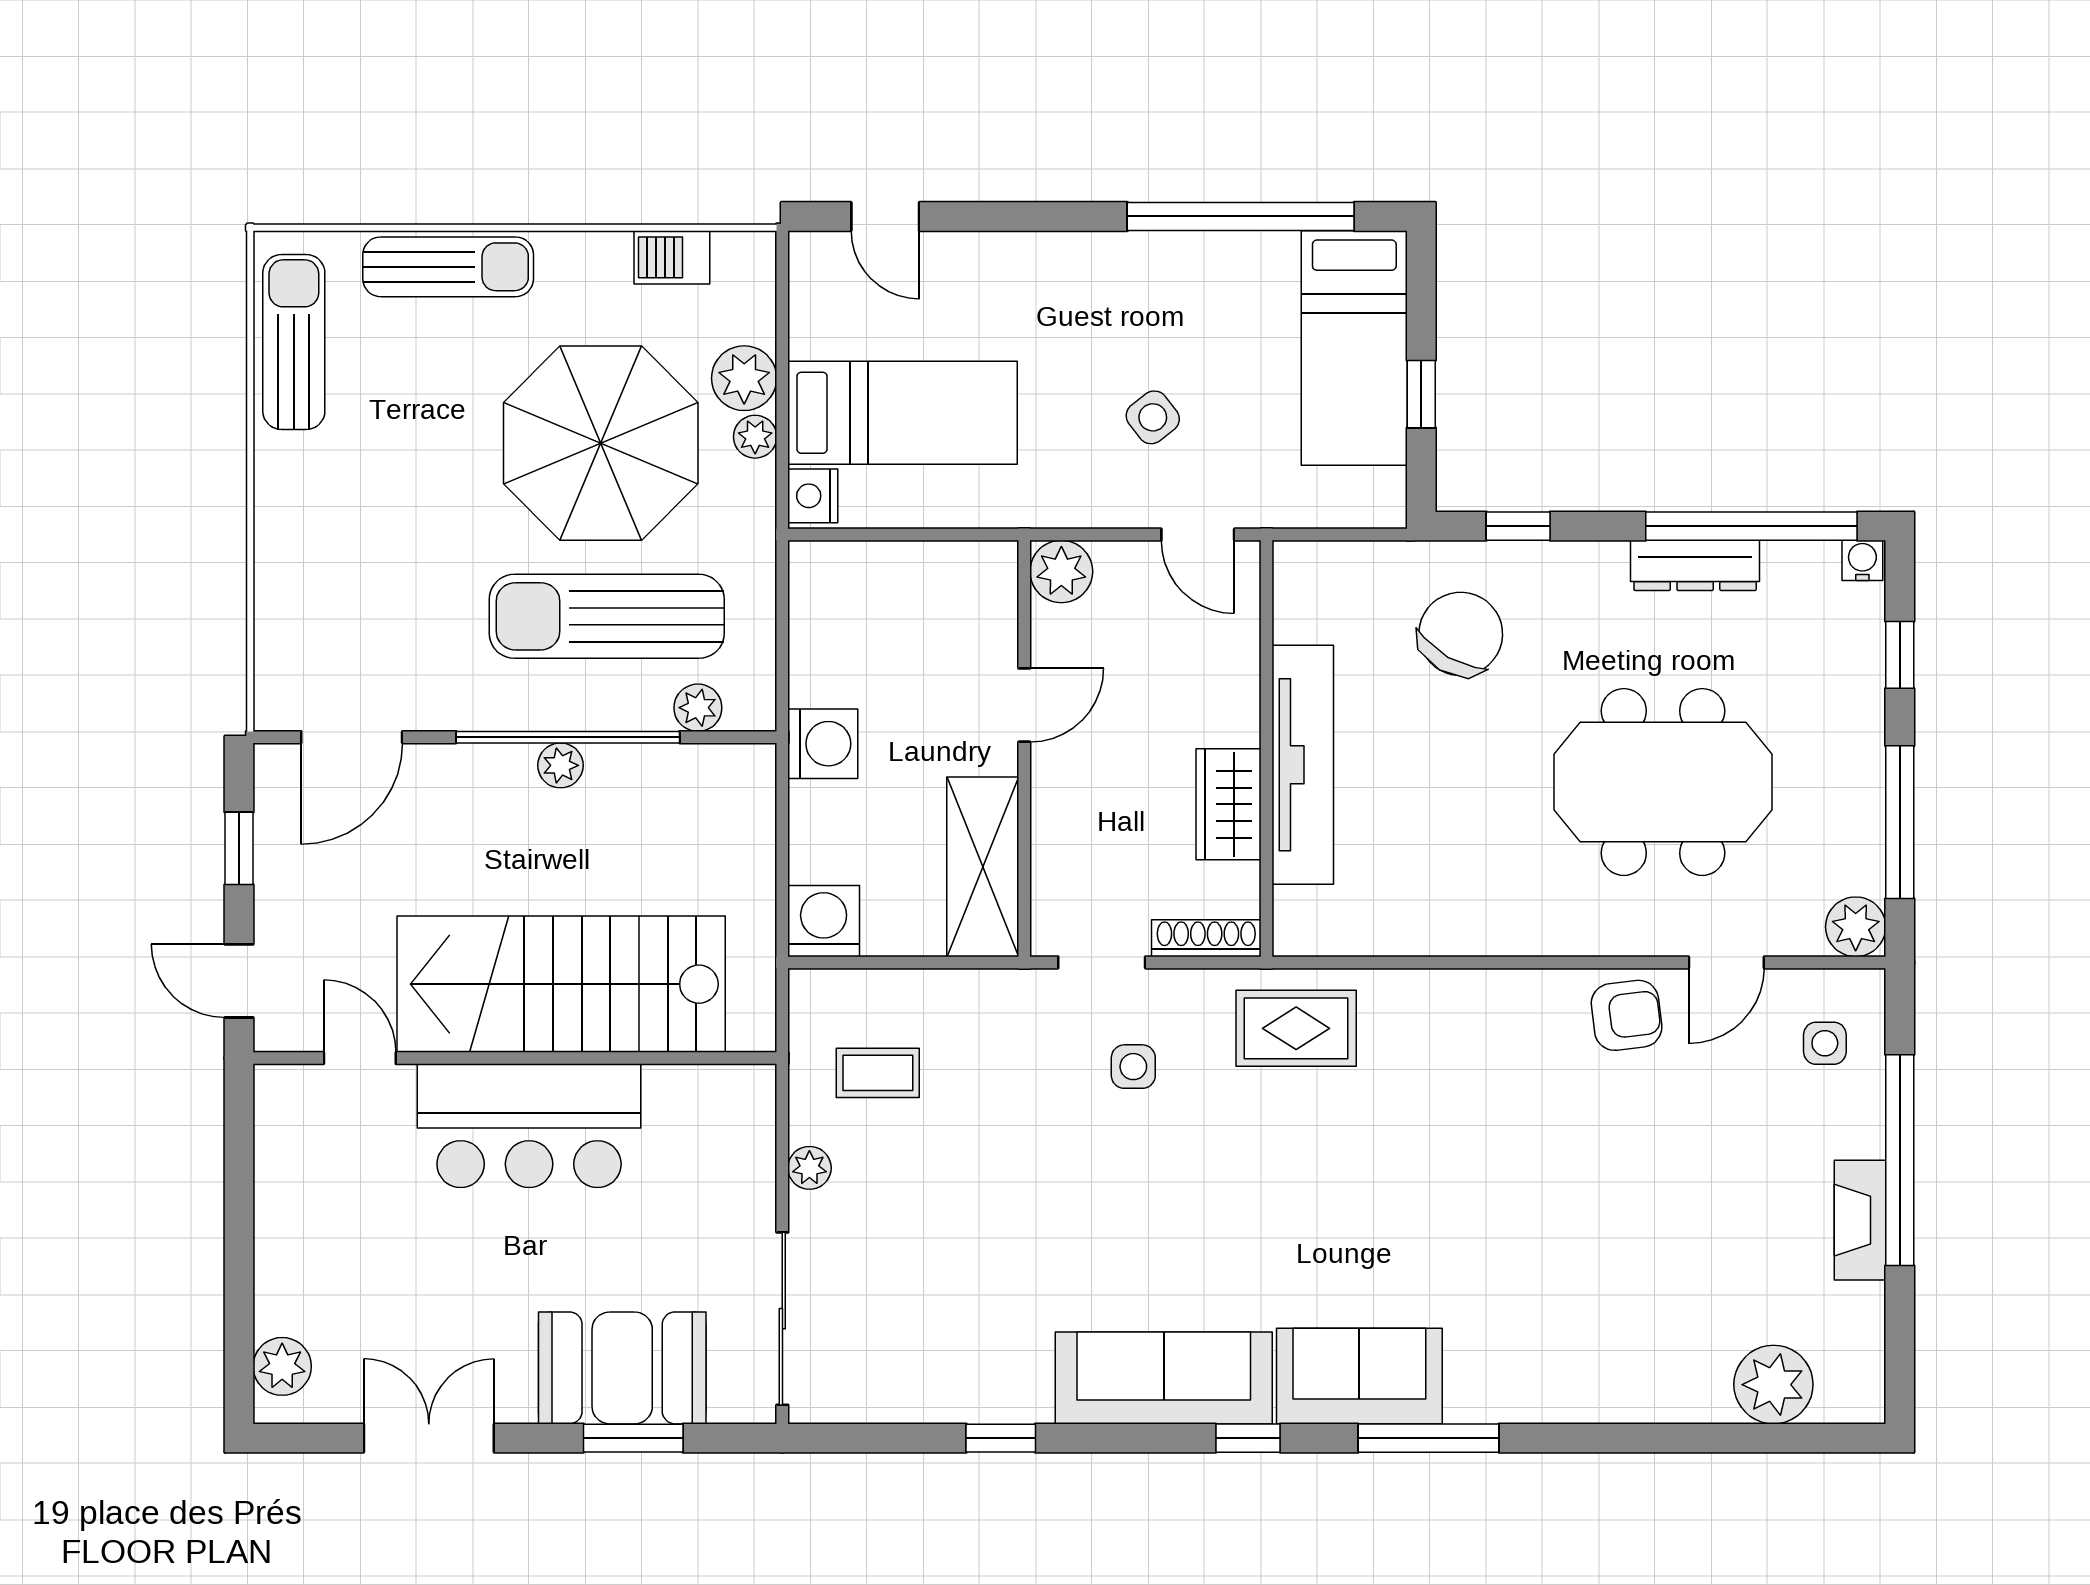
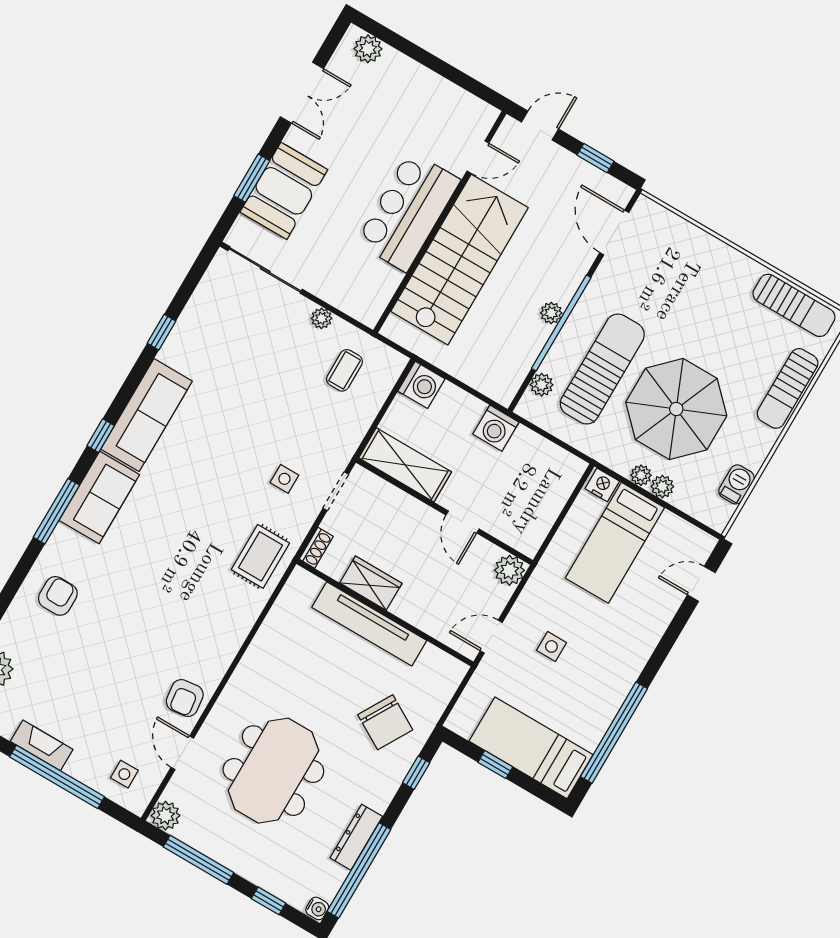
plant: (744, 378) -> (662, 487), width x0.73, depth x0.73
side table: (1153, 417) -> (551, 646), turned 38
shoe rack: (1206, 938) -> (316, 548), width x0.70
armchair: (1577, 1347) -> (58, 596), added

